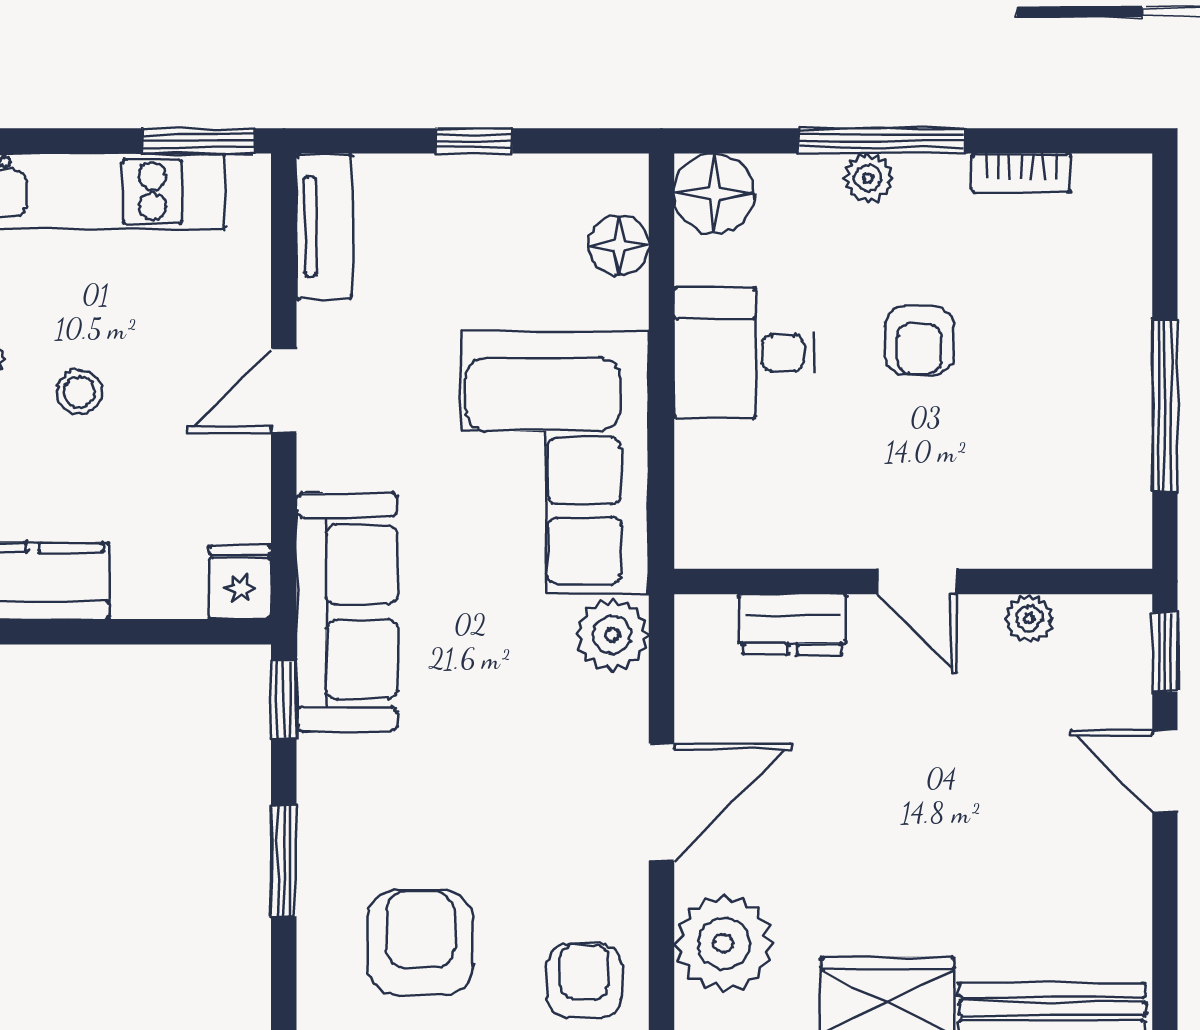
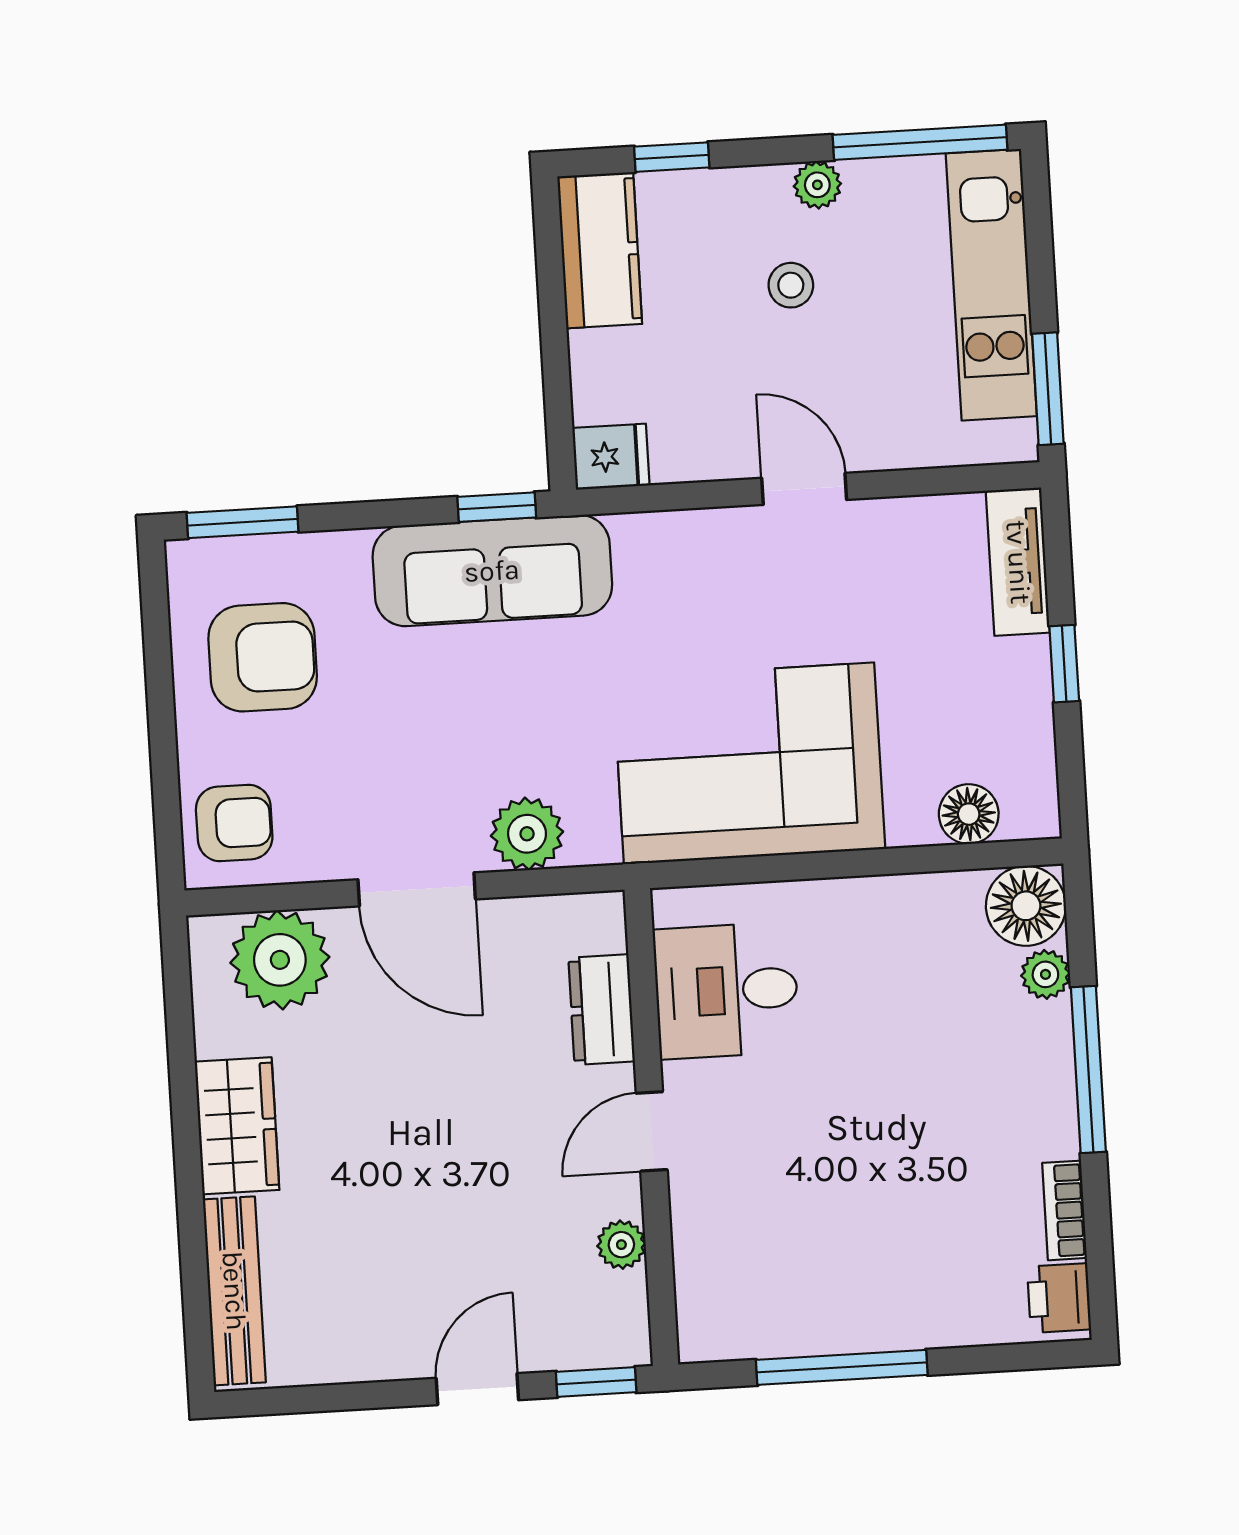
plant: (868, 178) -> (1045, 974), moved
printer: (1108, 184) -> (1059, 1298), added
tv unit: (324, 226) -> (1018, 562), moved, turned 90
armchair: (919, 340) -> (892, 1119), removed
desk: (745, 353) -> (726, 991), moved, turned -90
sofa: (347, 612) -> (492, 571), moved
plant: (612, 635) -> (527, 834), moved
window: (284, 861) -> (243, 522), moved

